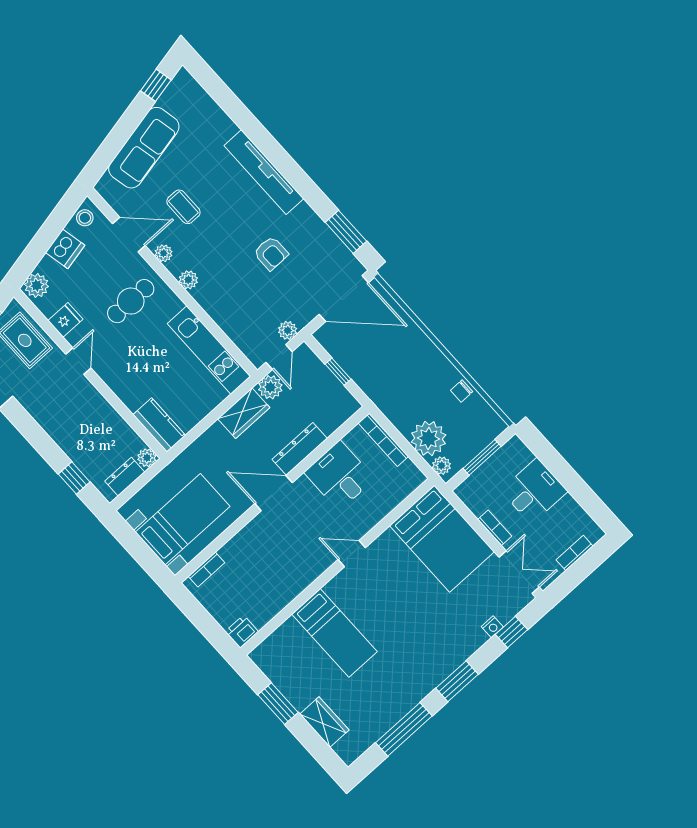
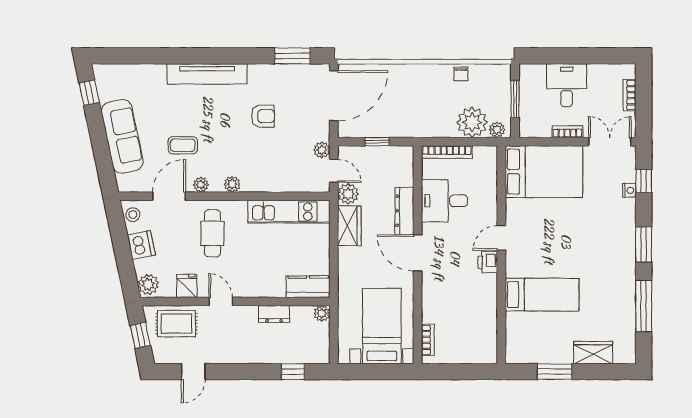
dresser: (125, 477) -> (274, 314), moved, turned -90
door: (274, 493) -> (418, 253), hinge flipped
printer: (242, 632) -> (488, 262), moved

